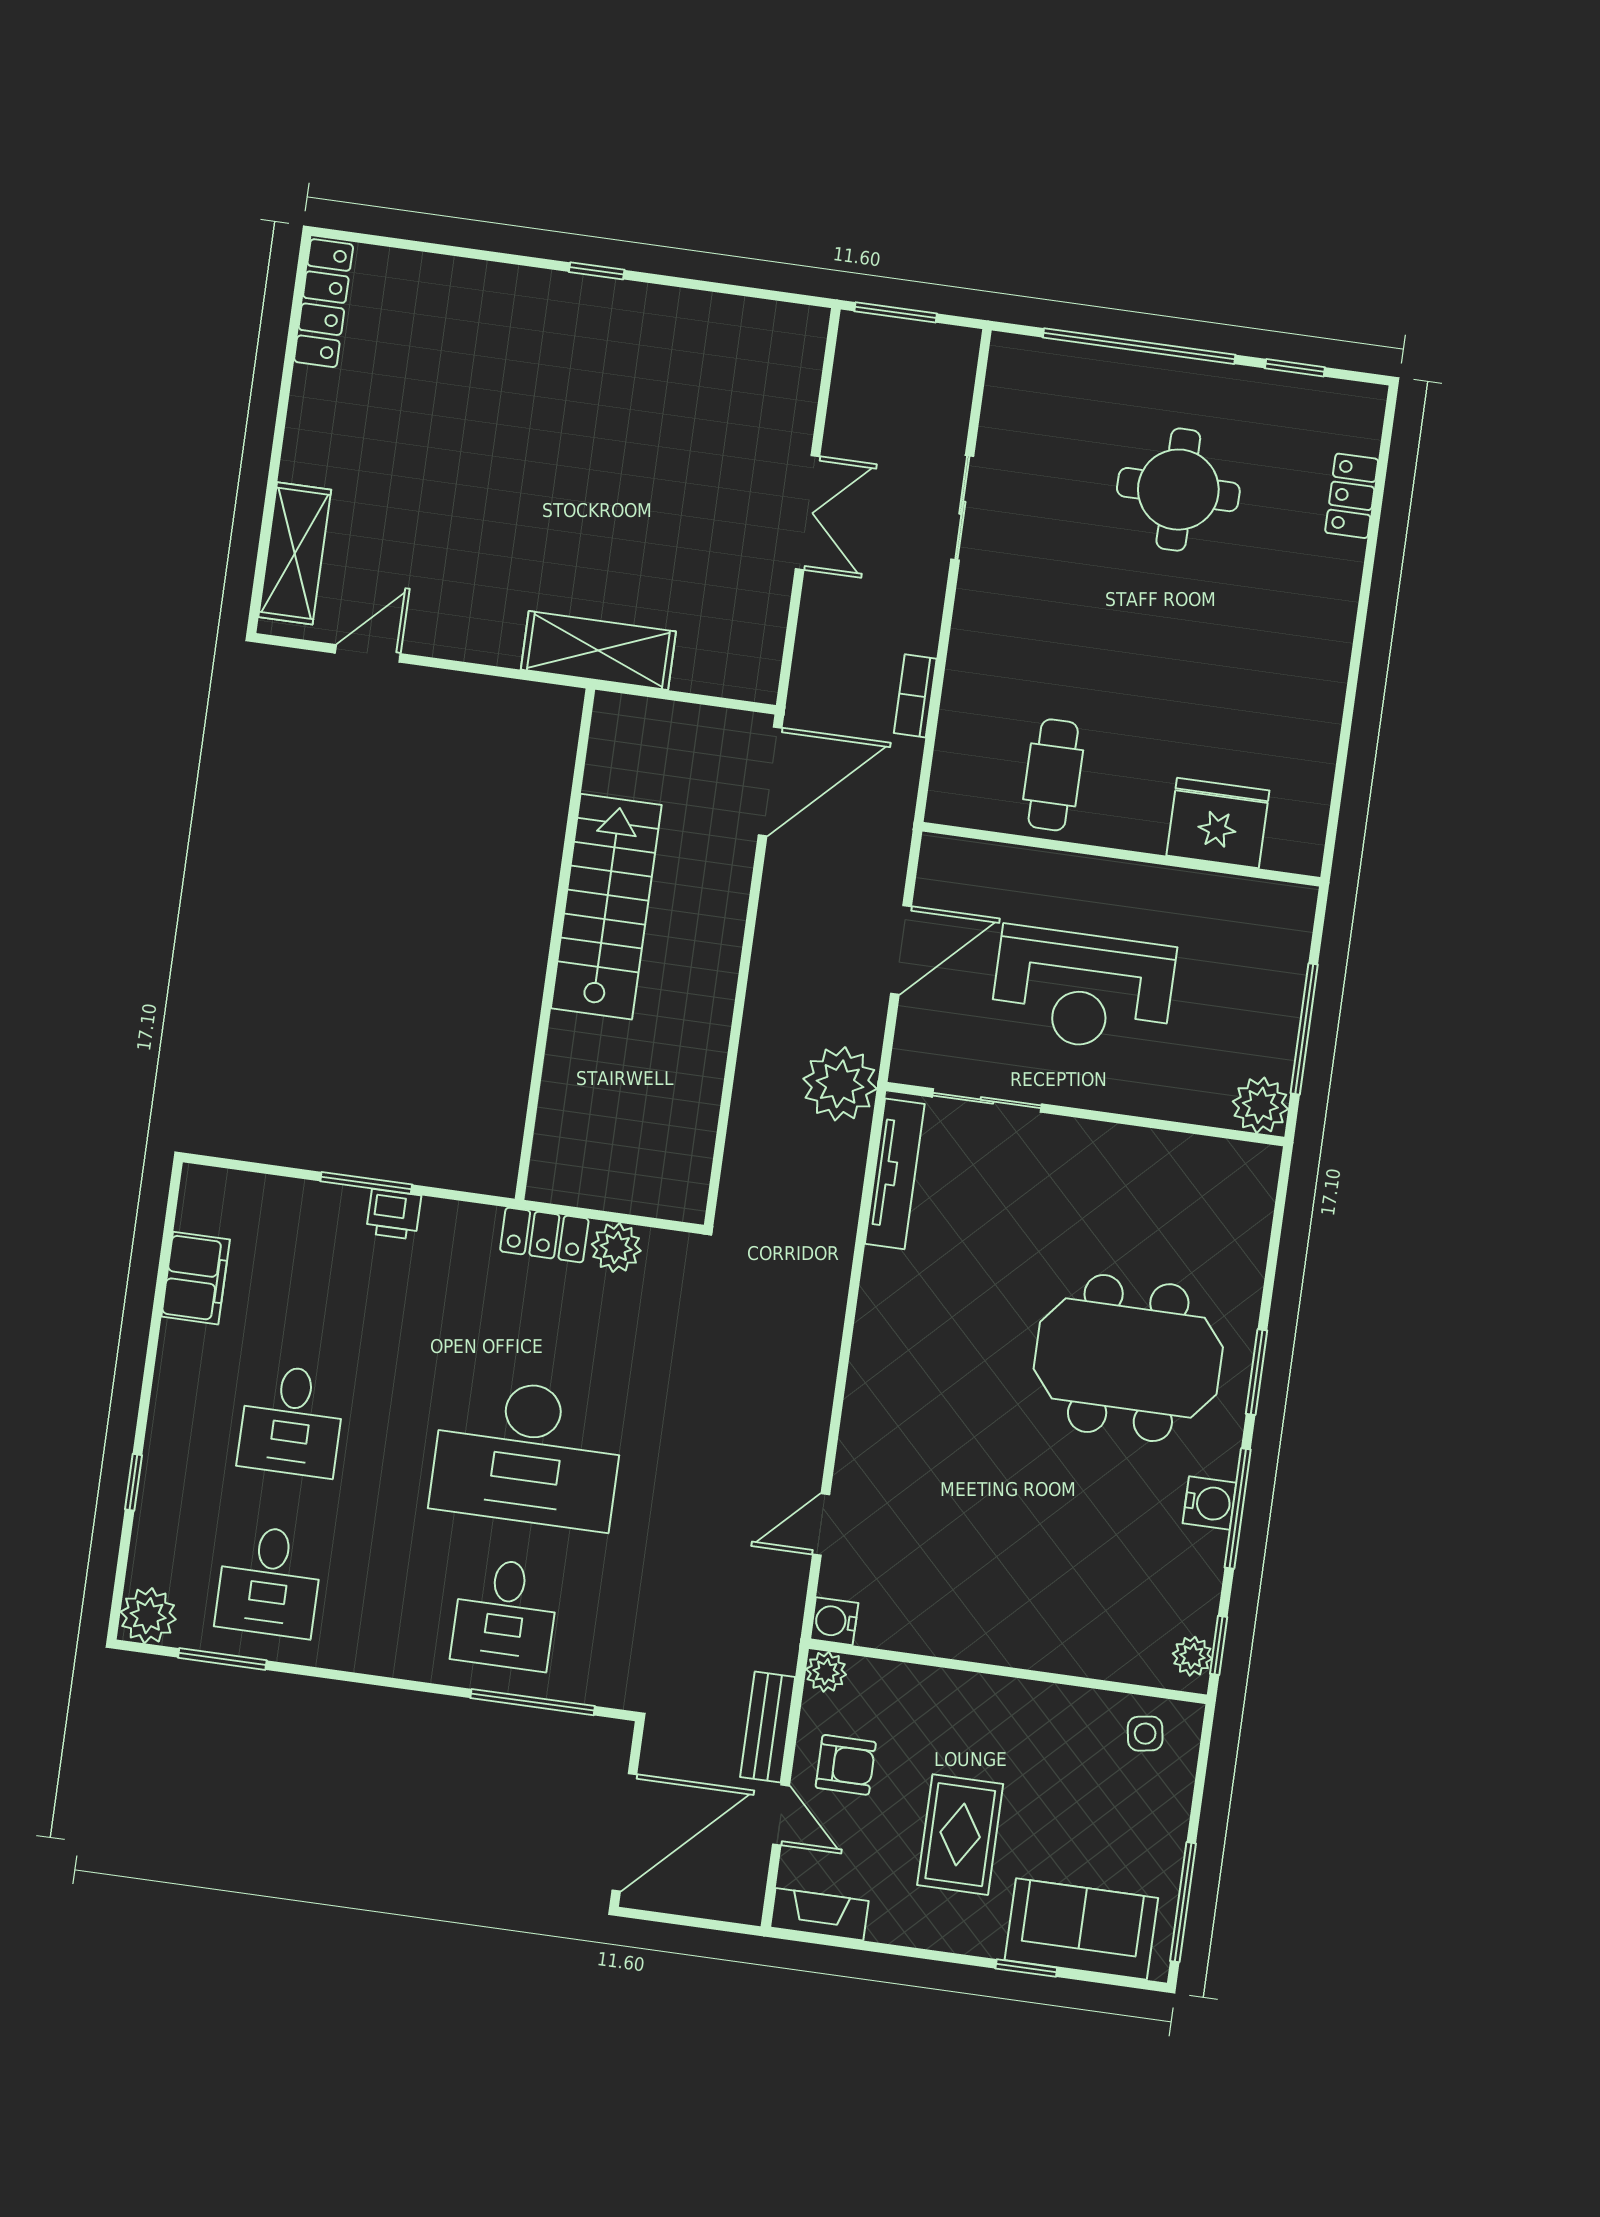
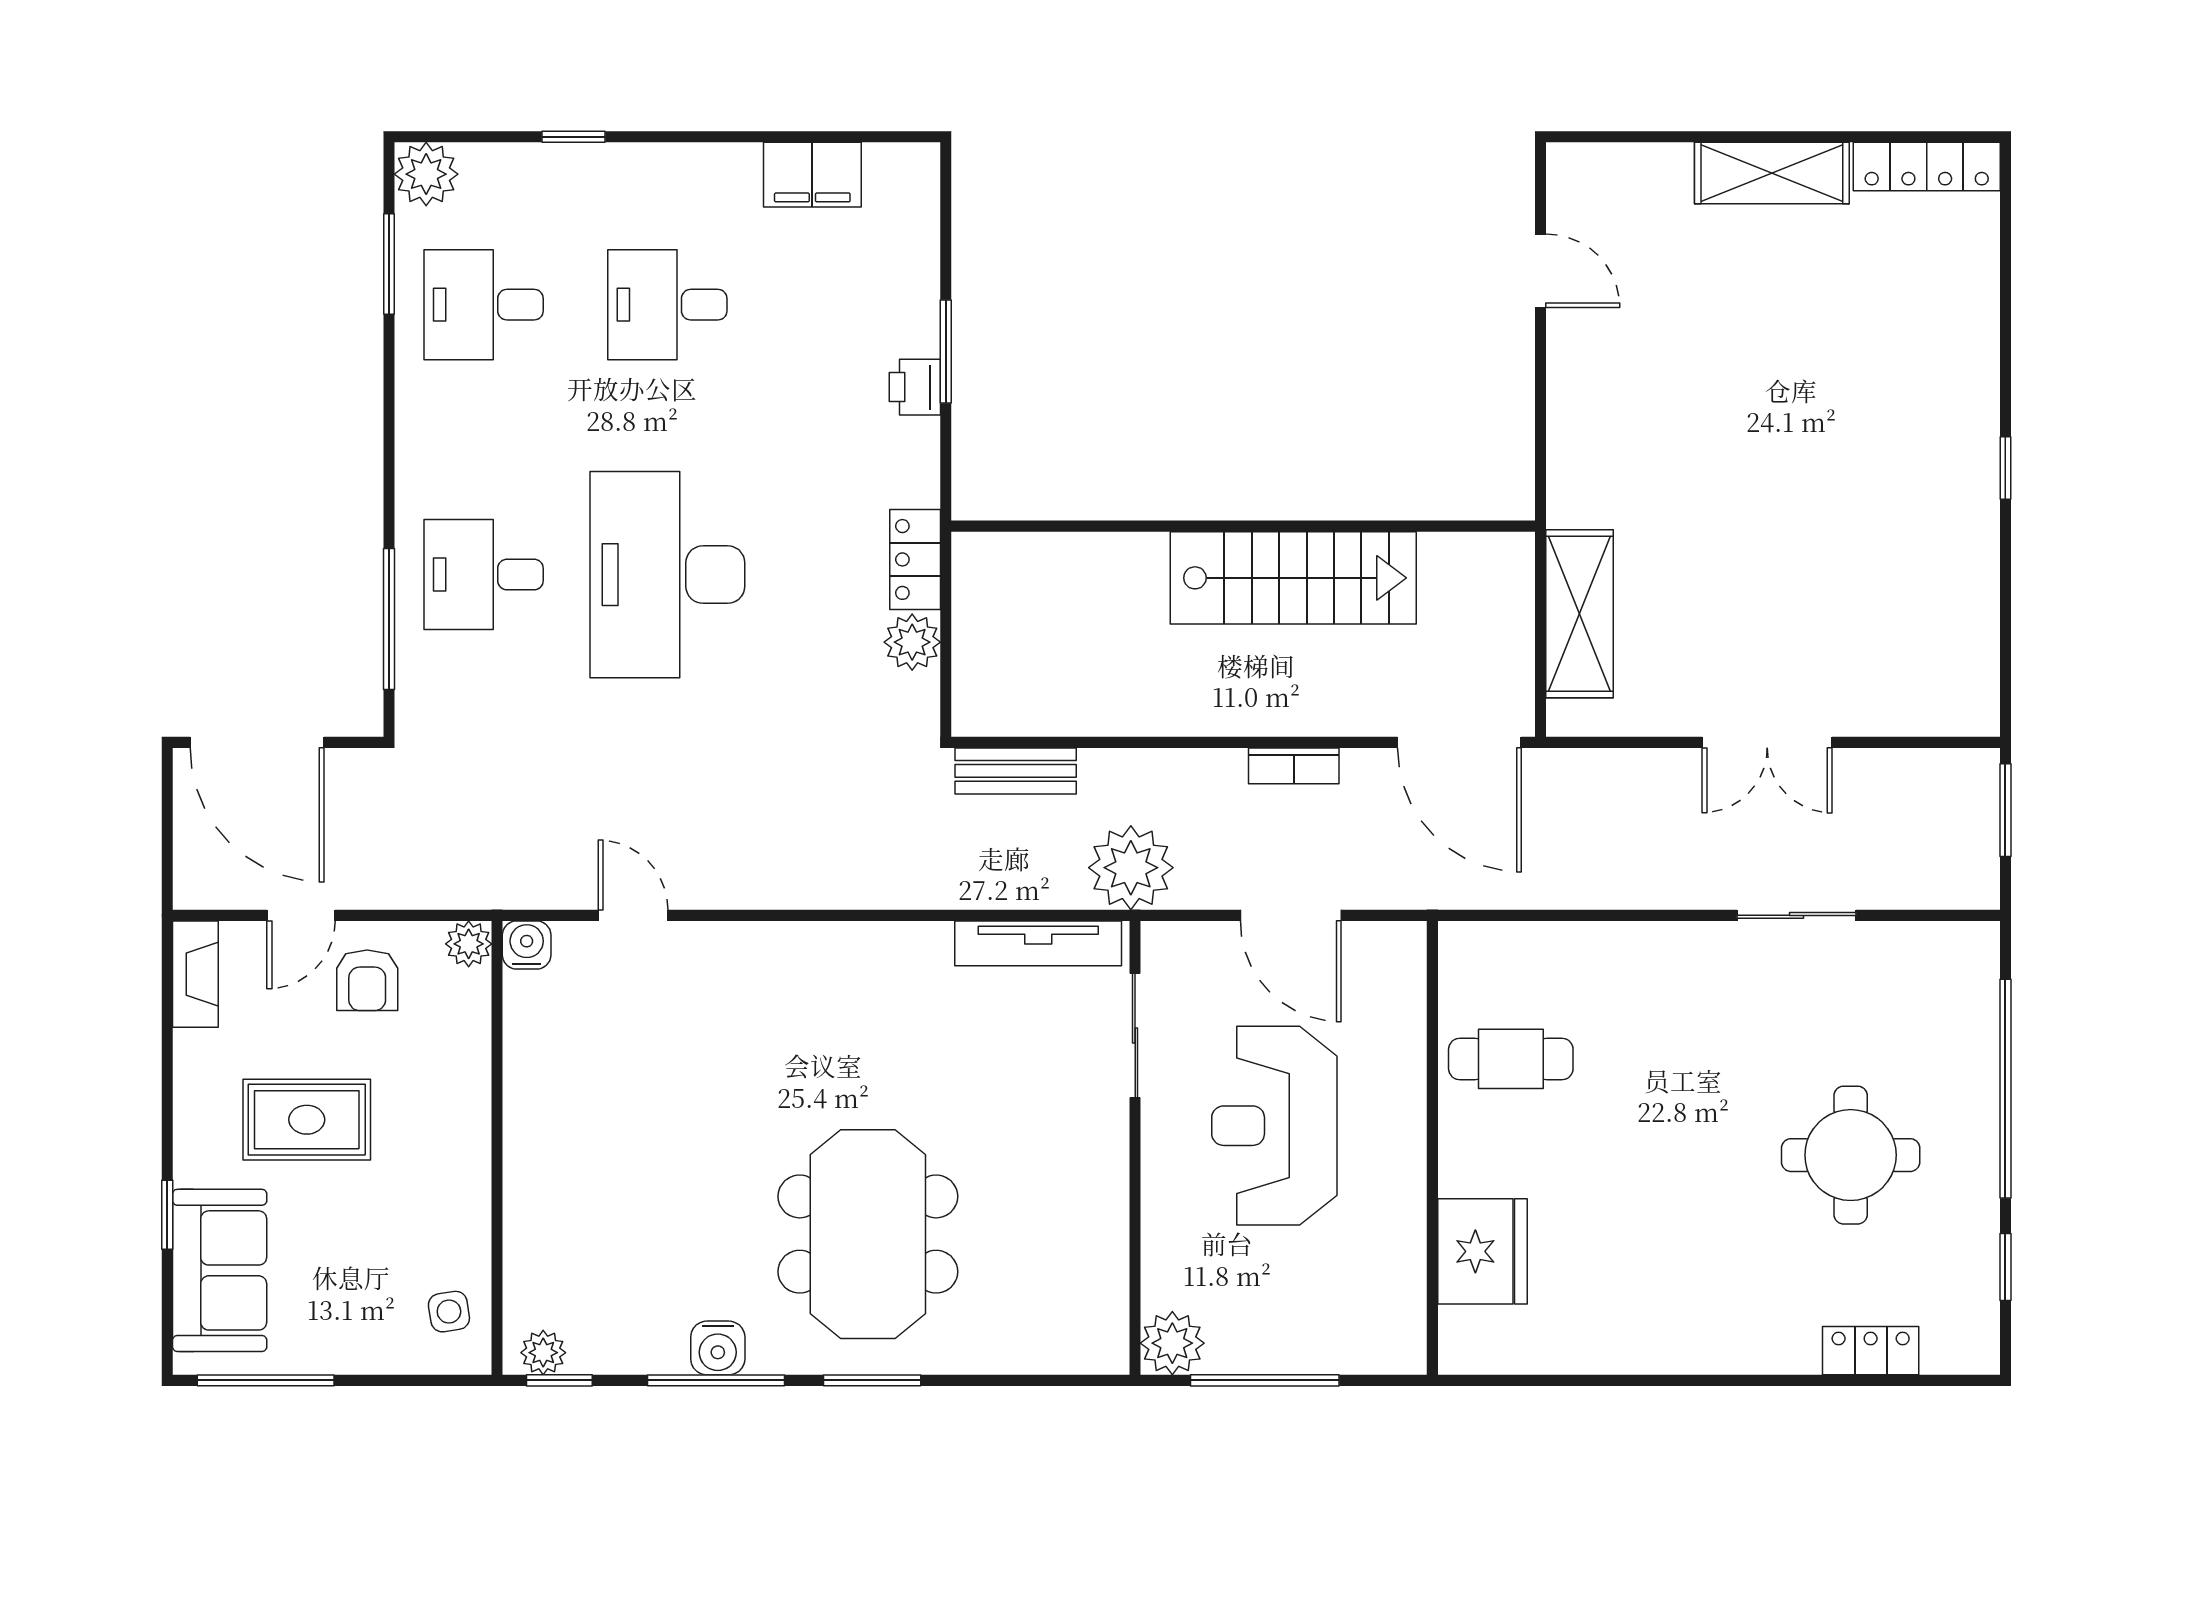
shelving: (295, 553) -> (1772, 173), moved
shelving: (598, 651) -> (1580, 614), moved
bookcase: (915, 696) -> (1294, 766), moved, turned 180
bench: (768, 1727) -> (1016, 771), moved

